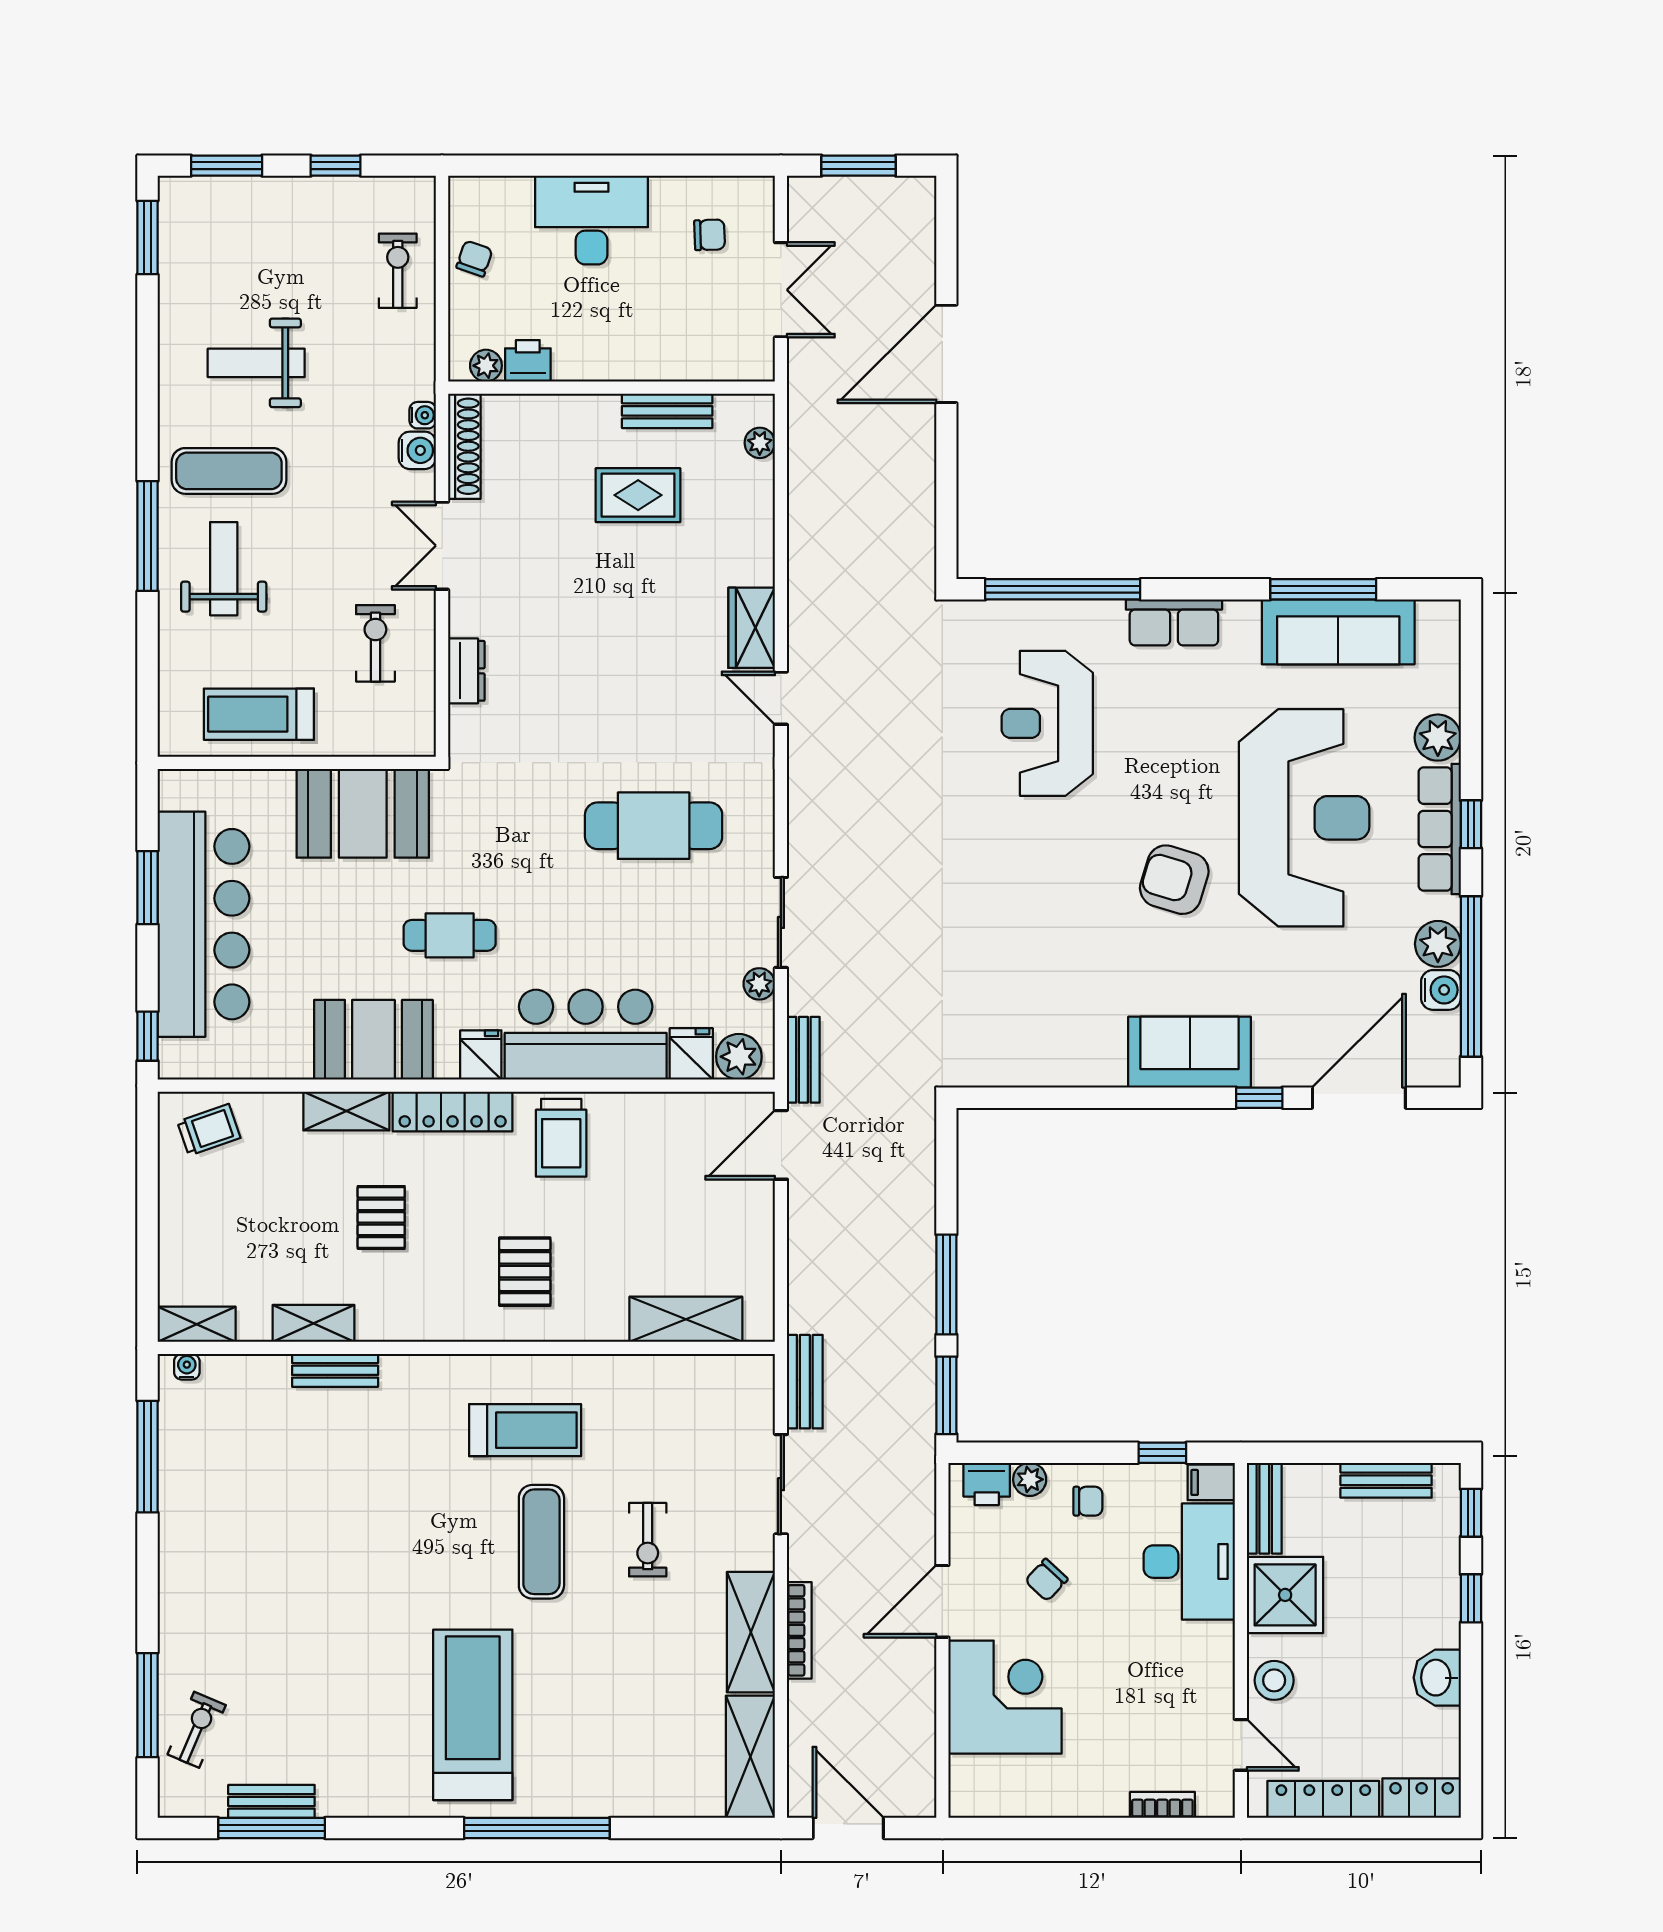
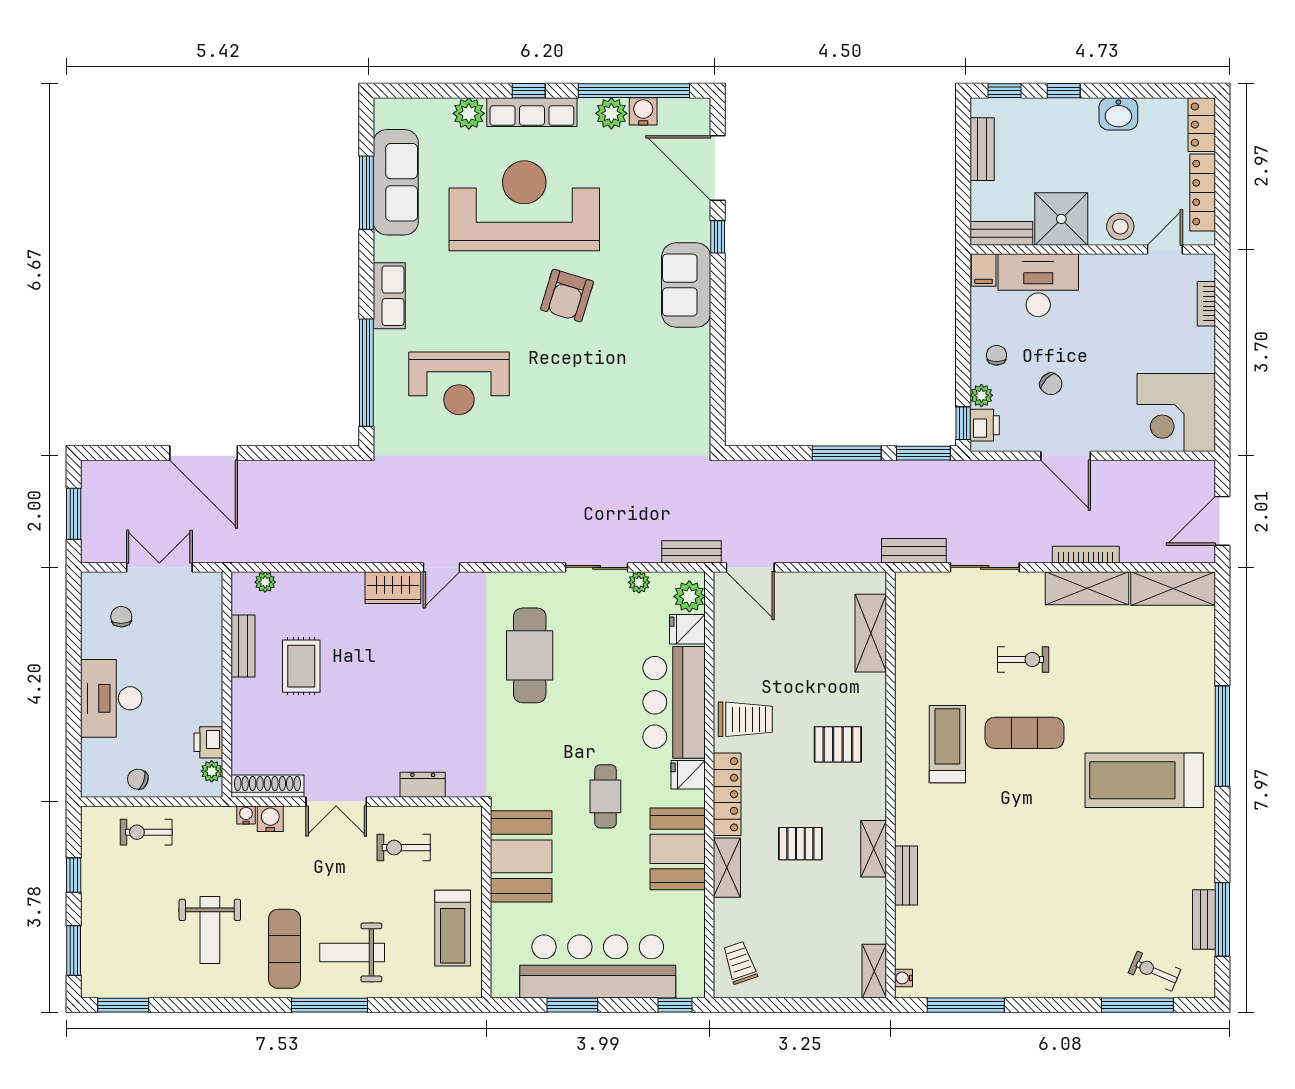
shelving: (314, 1323) -> (874, 849), moved
window: (1162, 1453) -> (963, 423), moved
corner desk: (1005, 1697) -> (1176, 413), moved, turned -90

